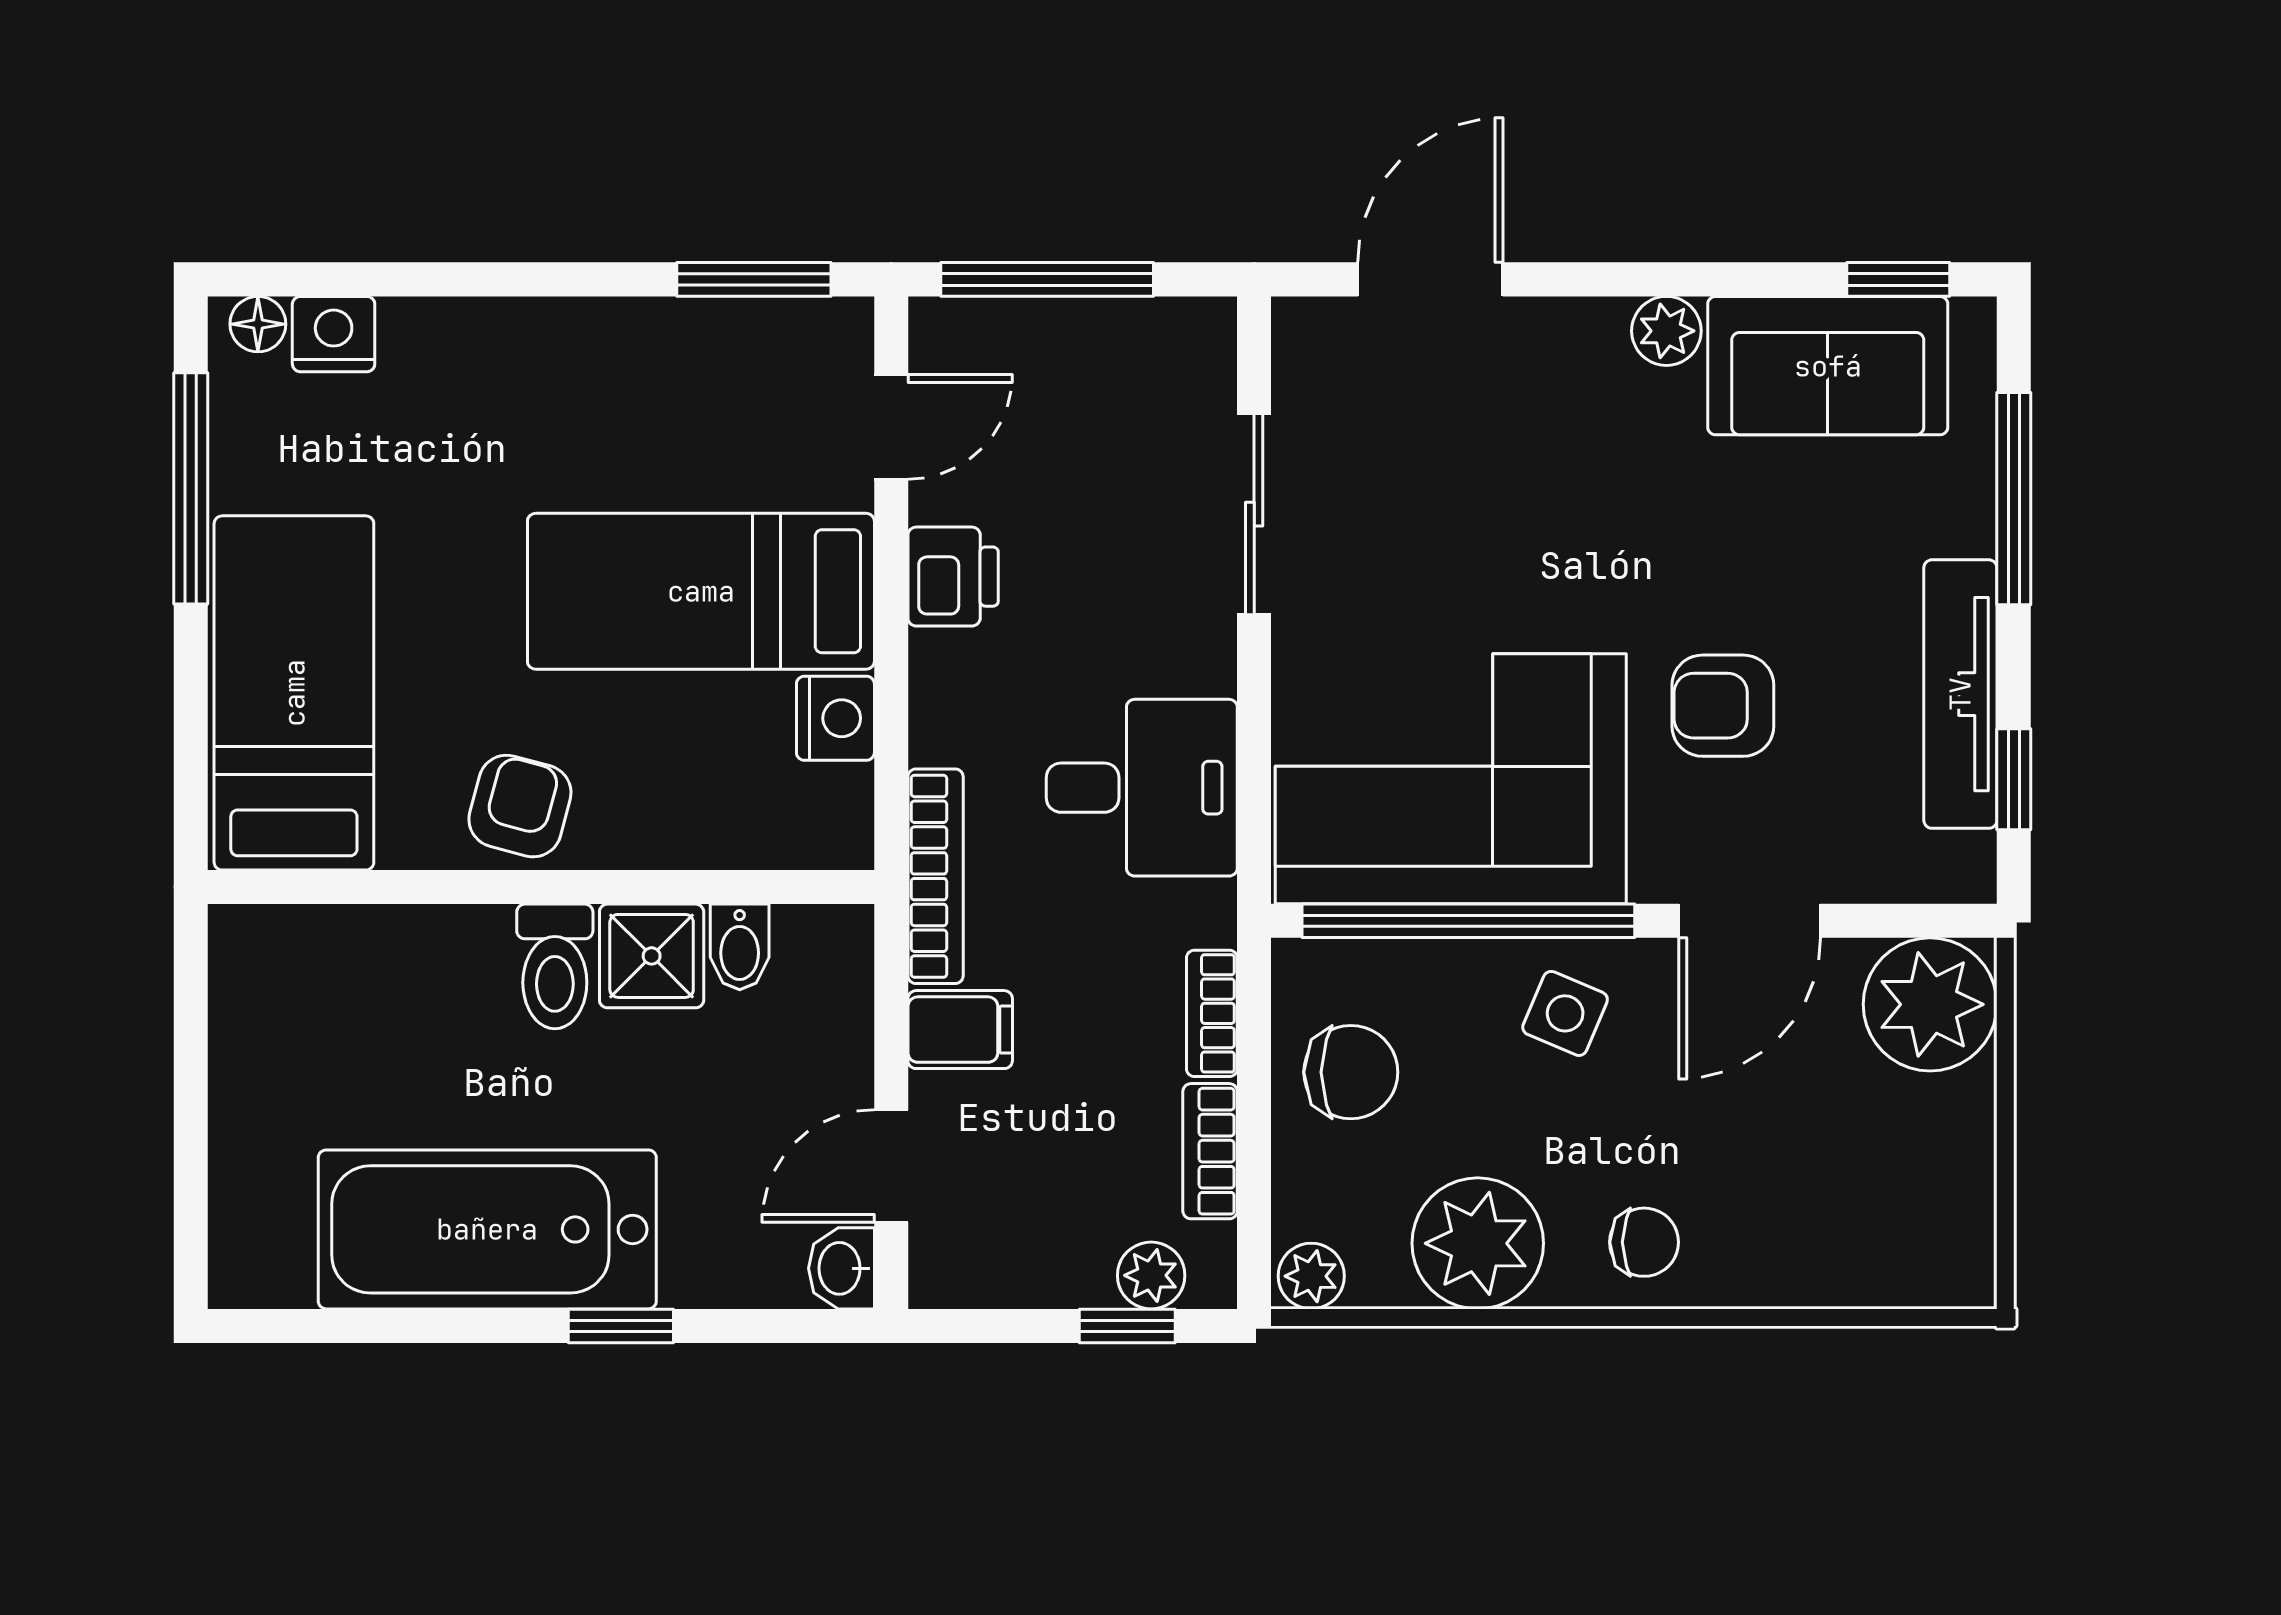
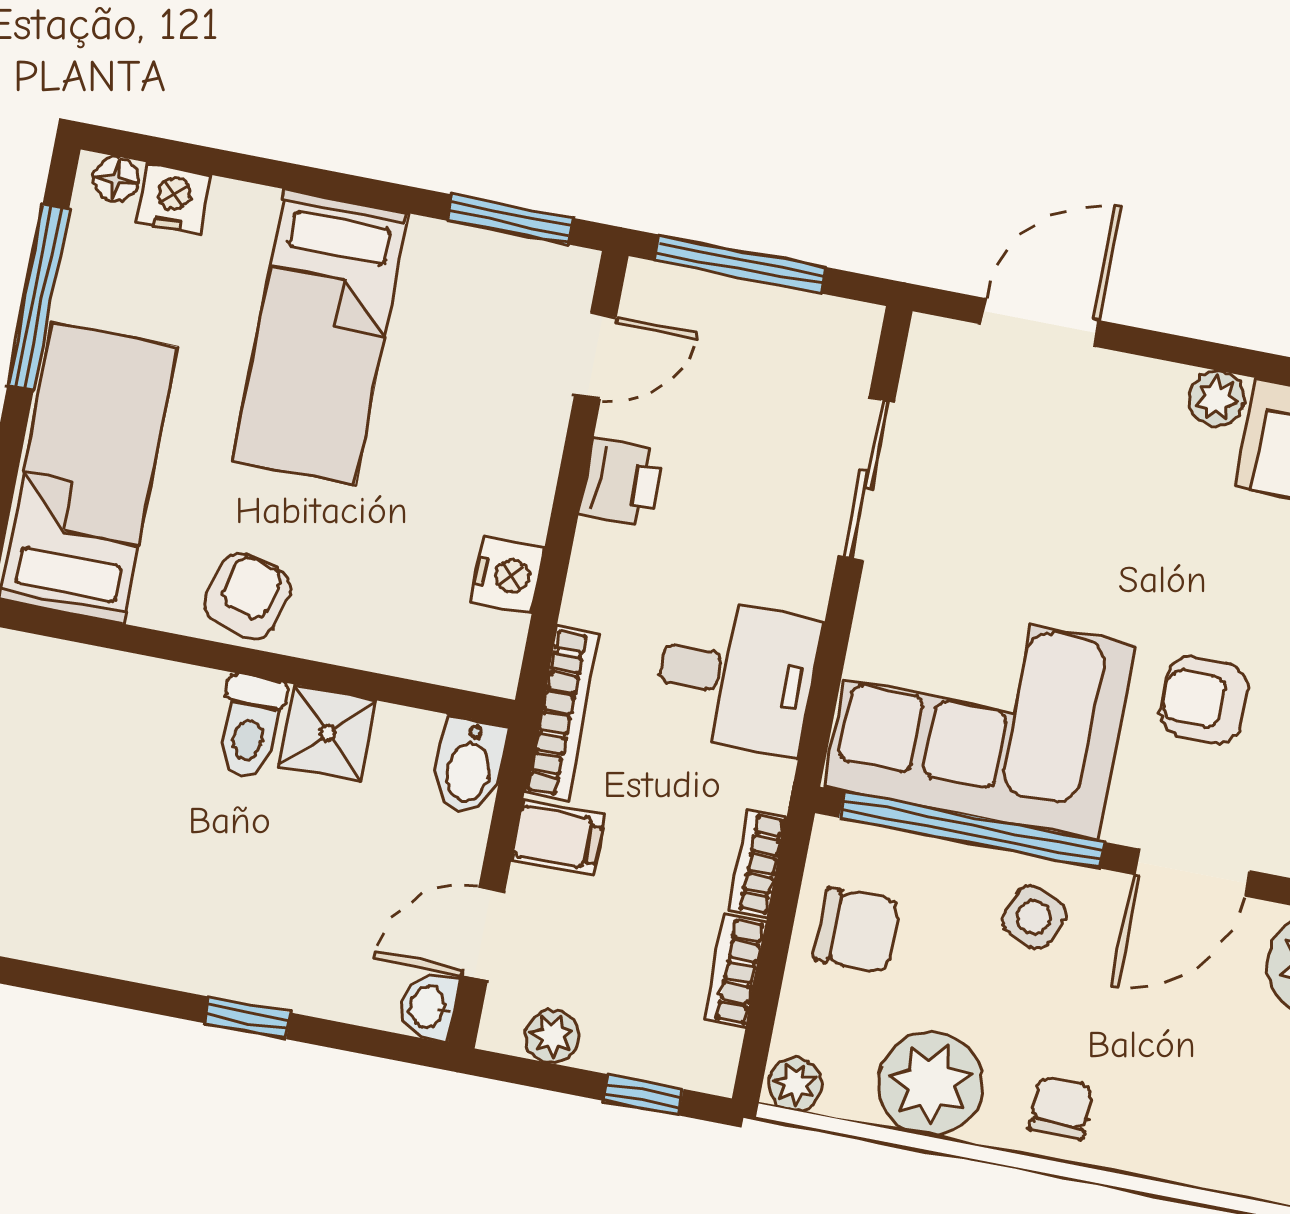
bed: (701, 591) -> (320, 337), moved, turned -90
bidet: (740, 947) -> (469, 766), moved, width x1.38, depth x1.36
bathtub: (487, 1229) -> (158, 922), removed
chair: (1644, 1242) -> (1061, 1108), turned -90
plant: (1151, 1275) -> (552, 1036), moved

